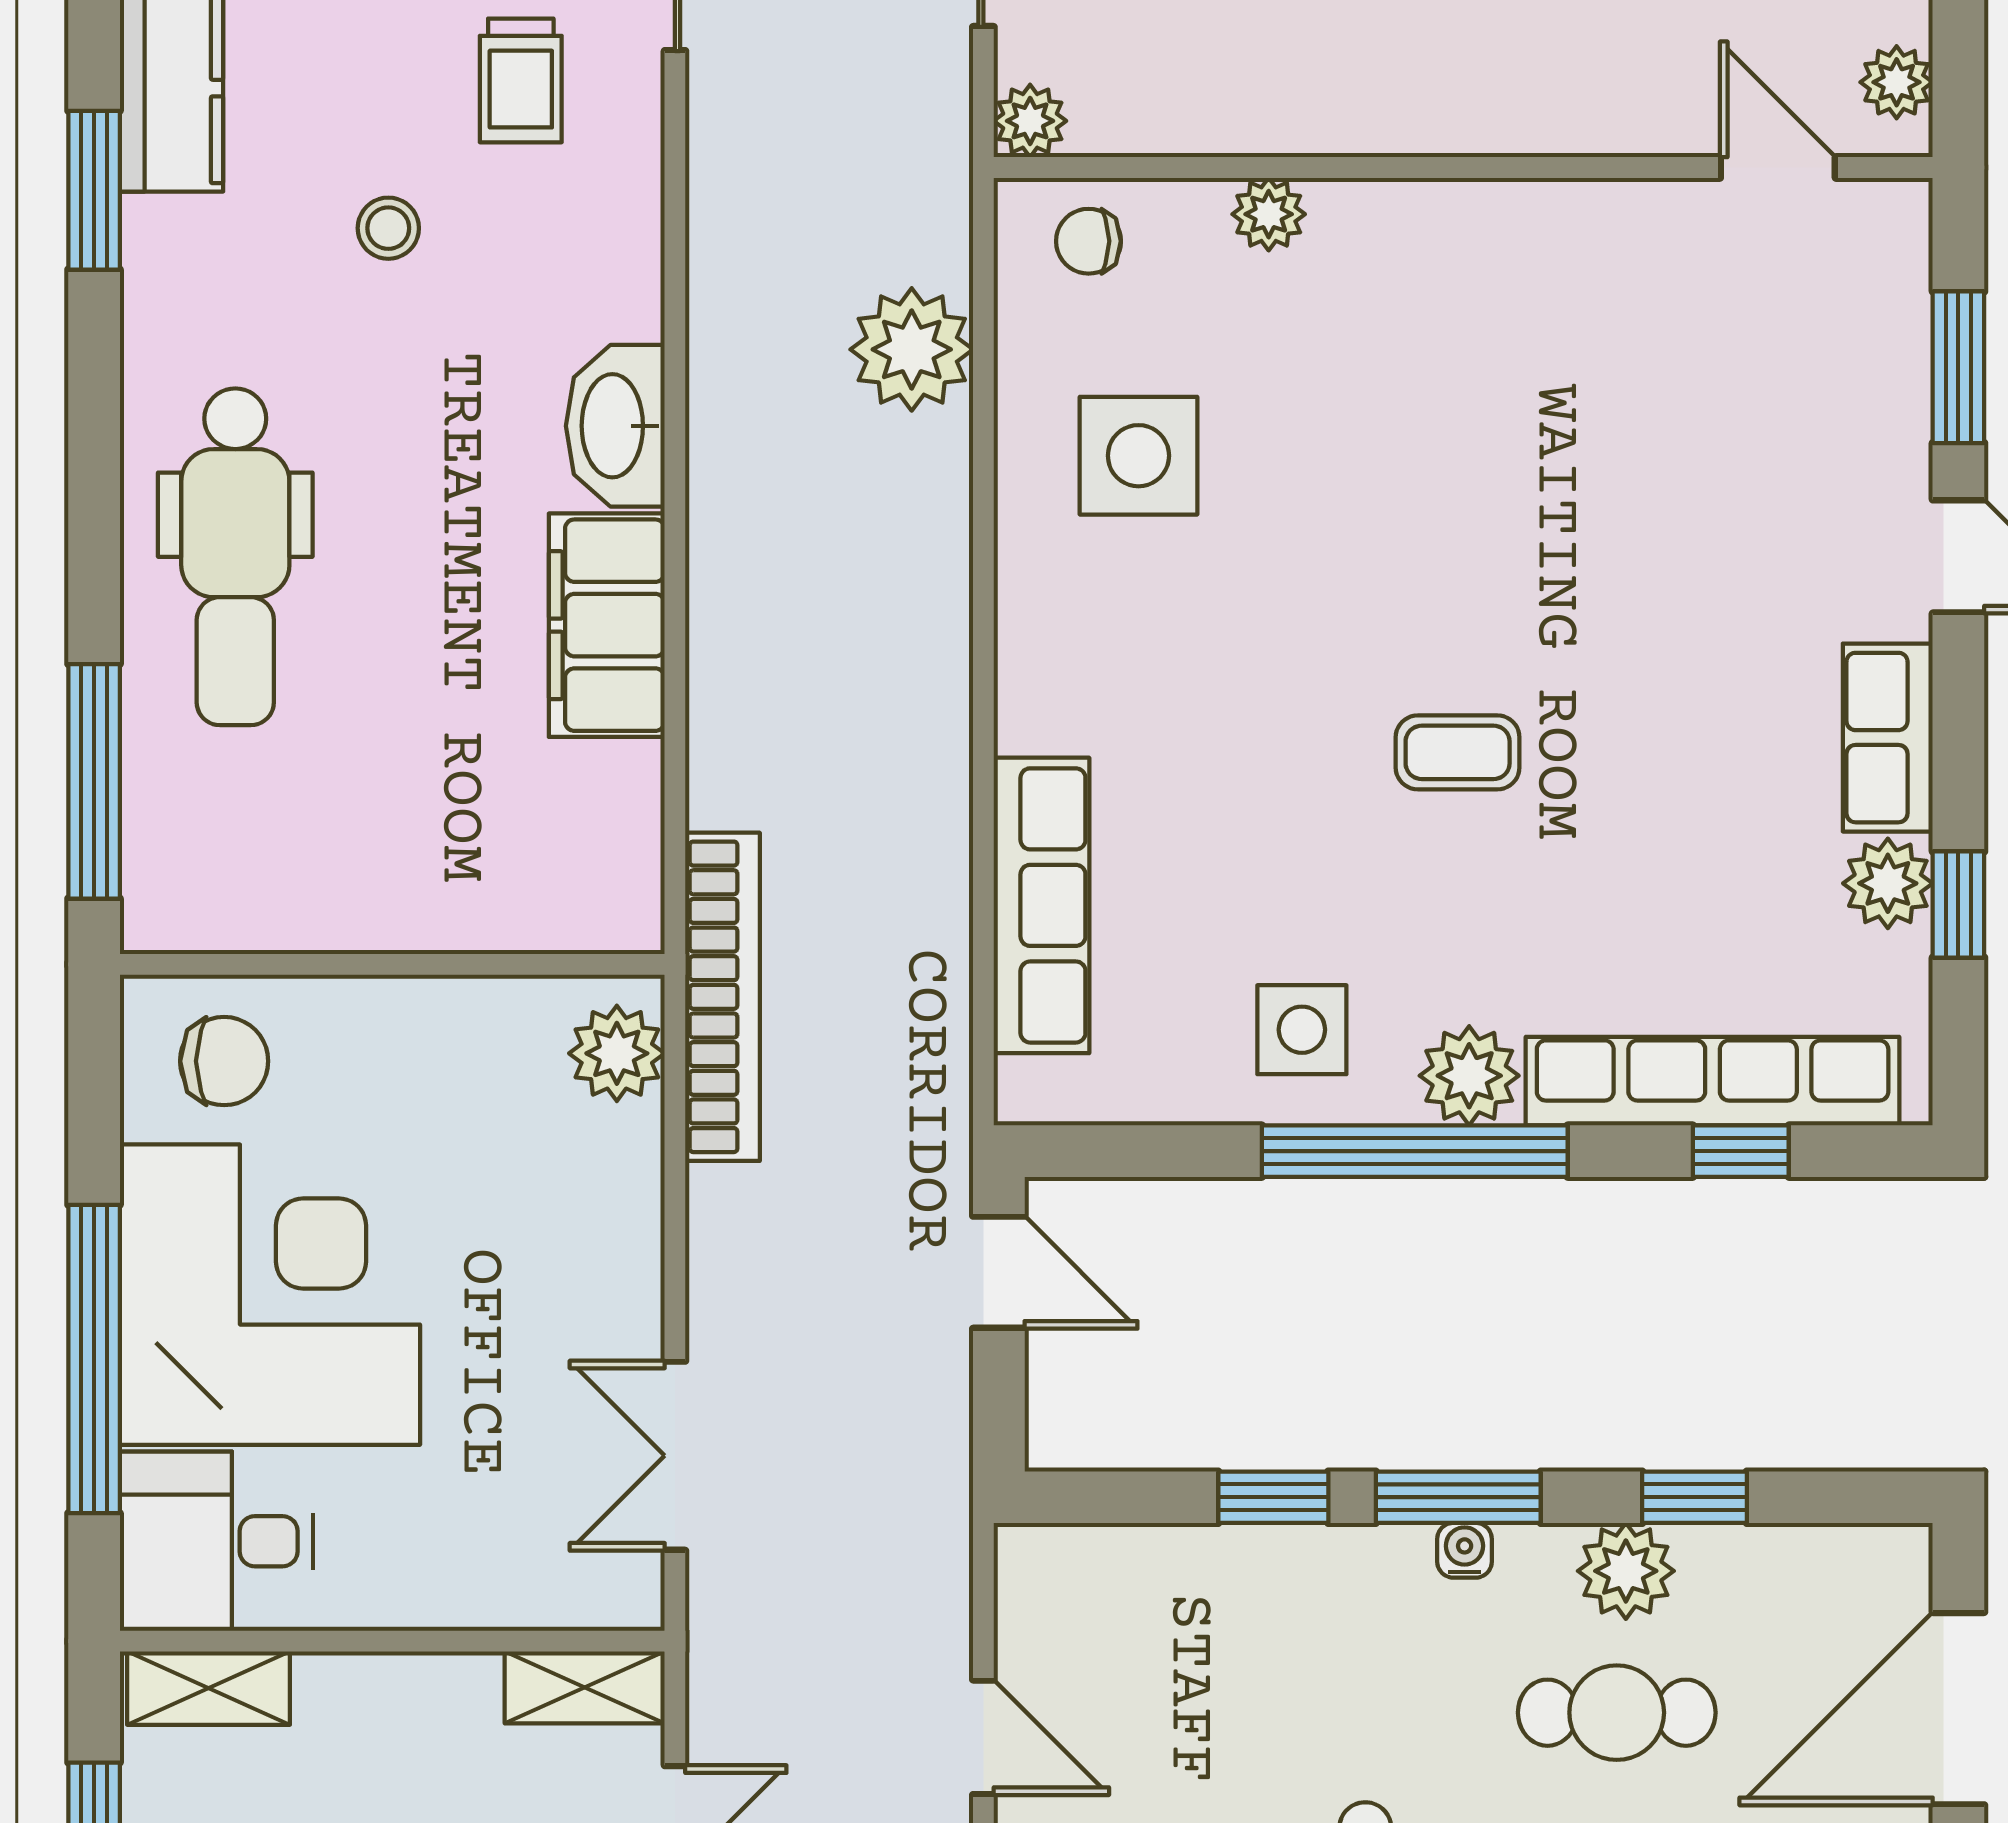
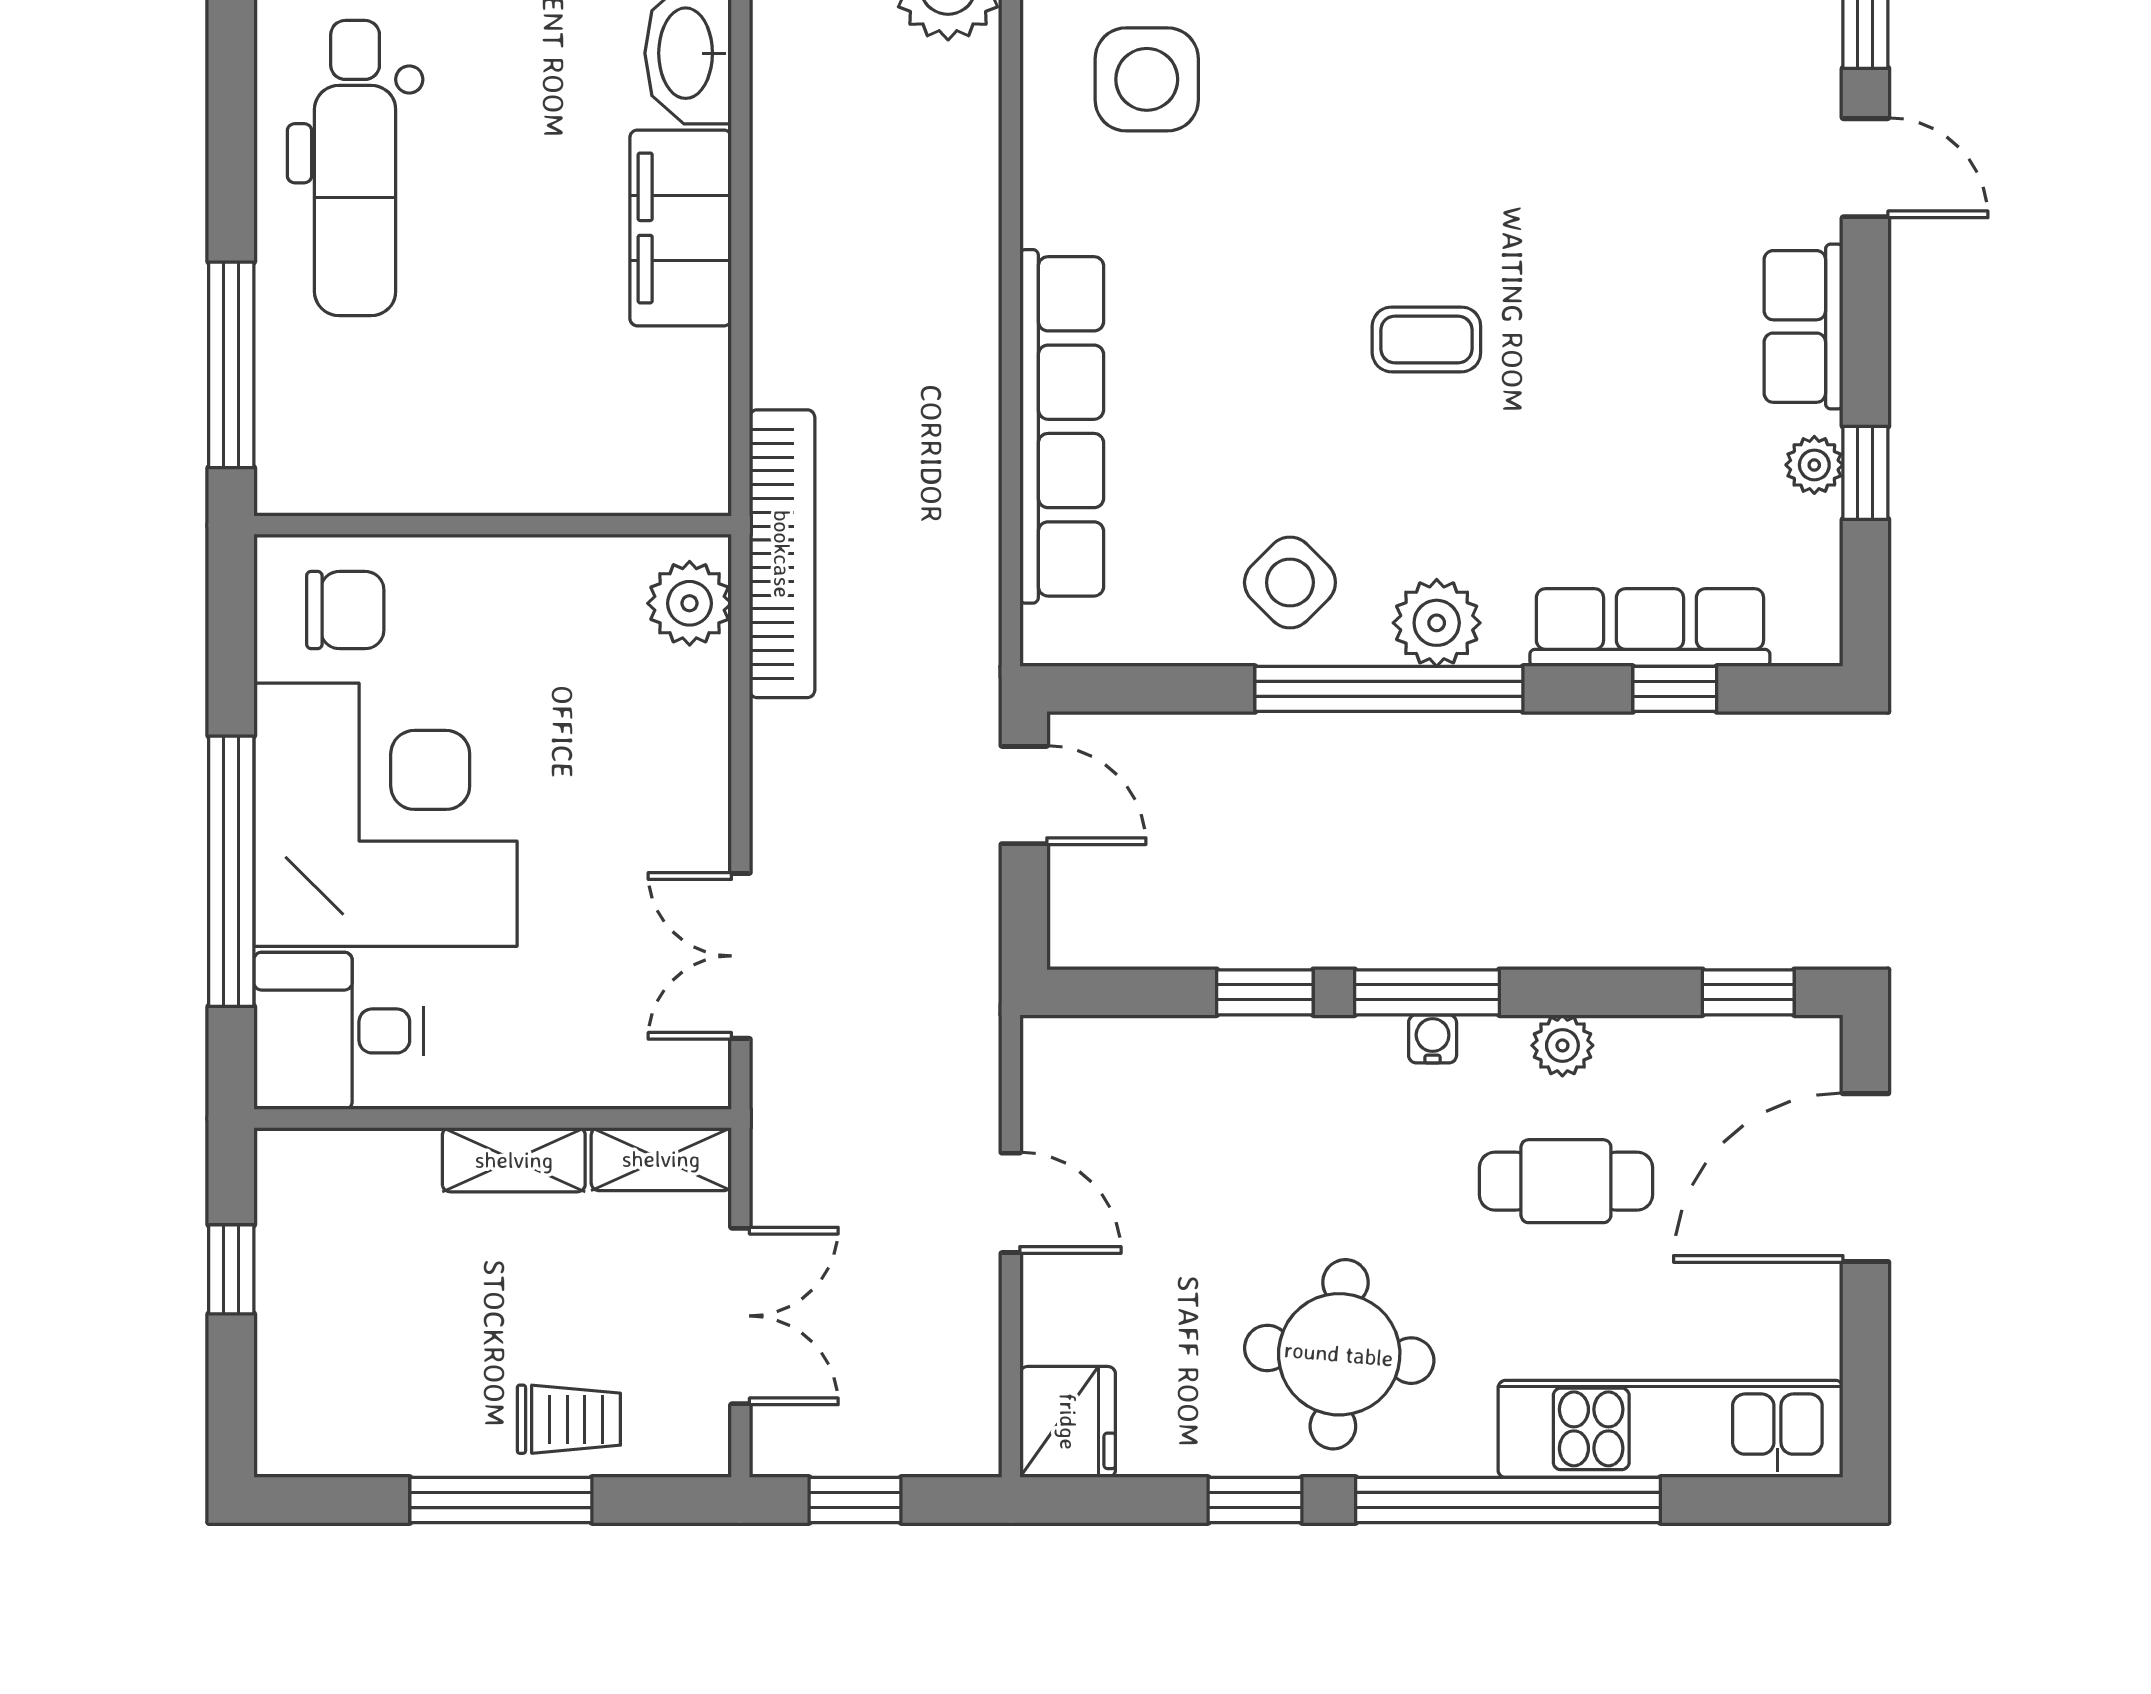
plant: (1888, 883) -> (1814, 465), width x0.73, depth x0.73
row of seats: (1041, 905) -> (1062, 426), width x1.36
side table: (1302, 1030) -> (1290, 582), turned 45
row of seats: (1713, 1081) -> (1650, 628), width x0.73
window: (1695, 1497) -> (1748, 992), moved
plant: (1626, 1571) -> (1562, 1045), width x0.73, depth x0.73
shelving: (208, 1688) -> (514, 1160), moved

